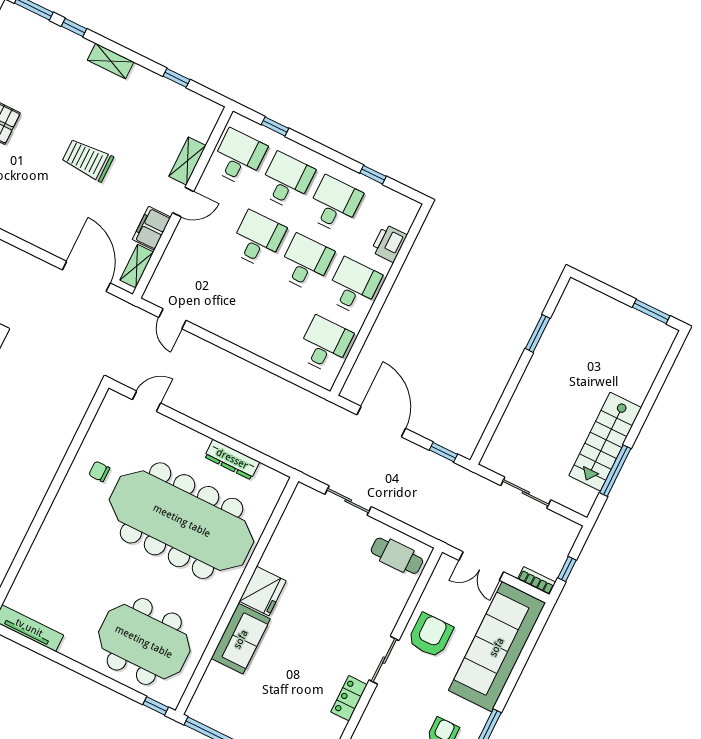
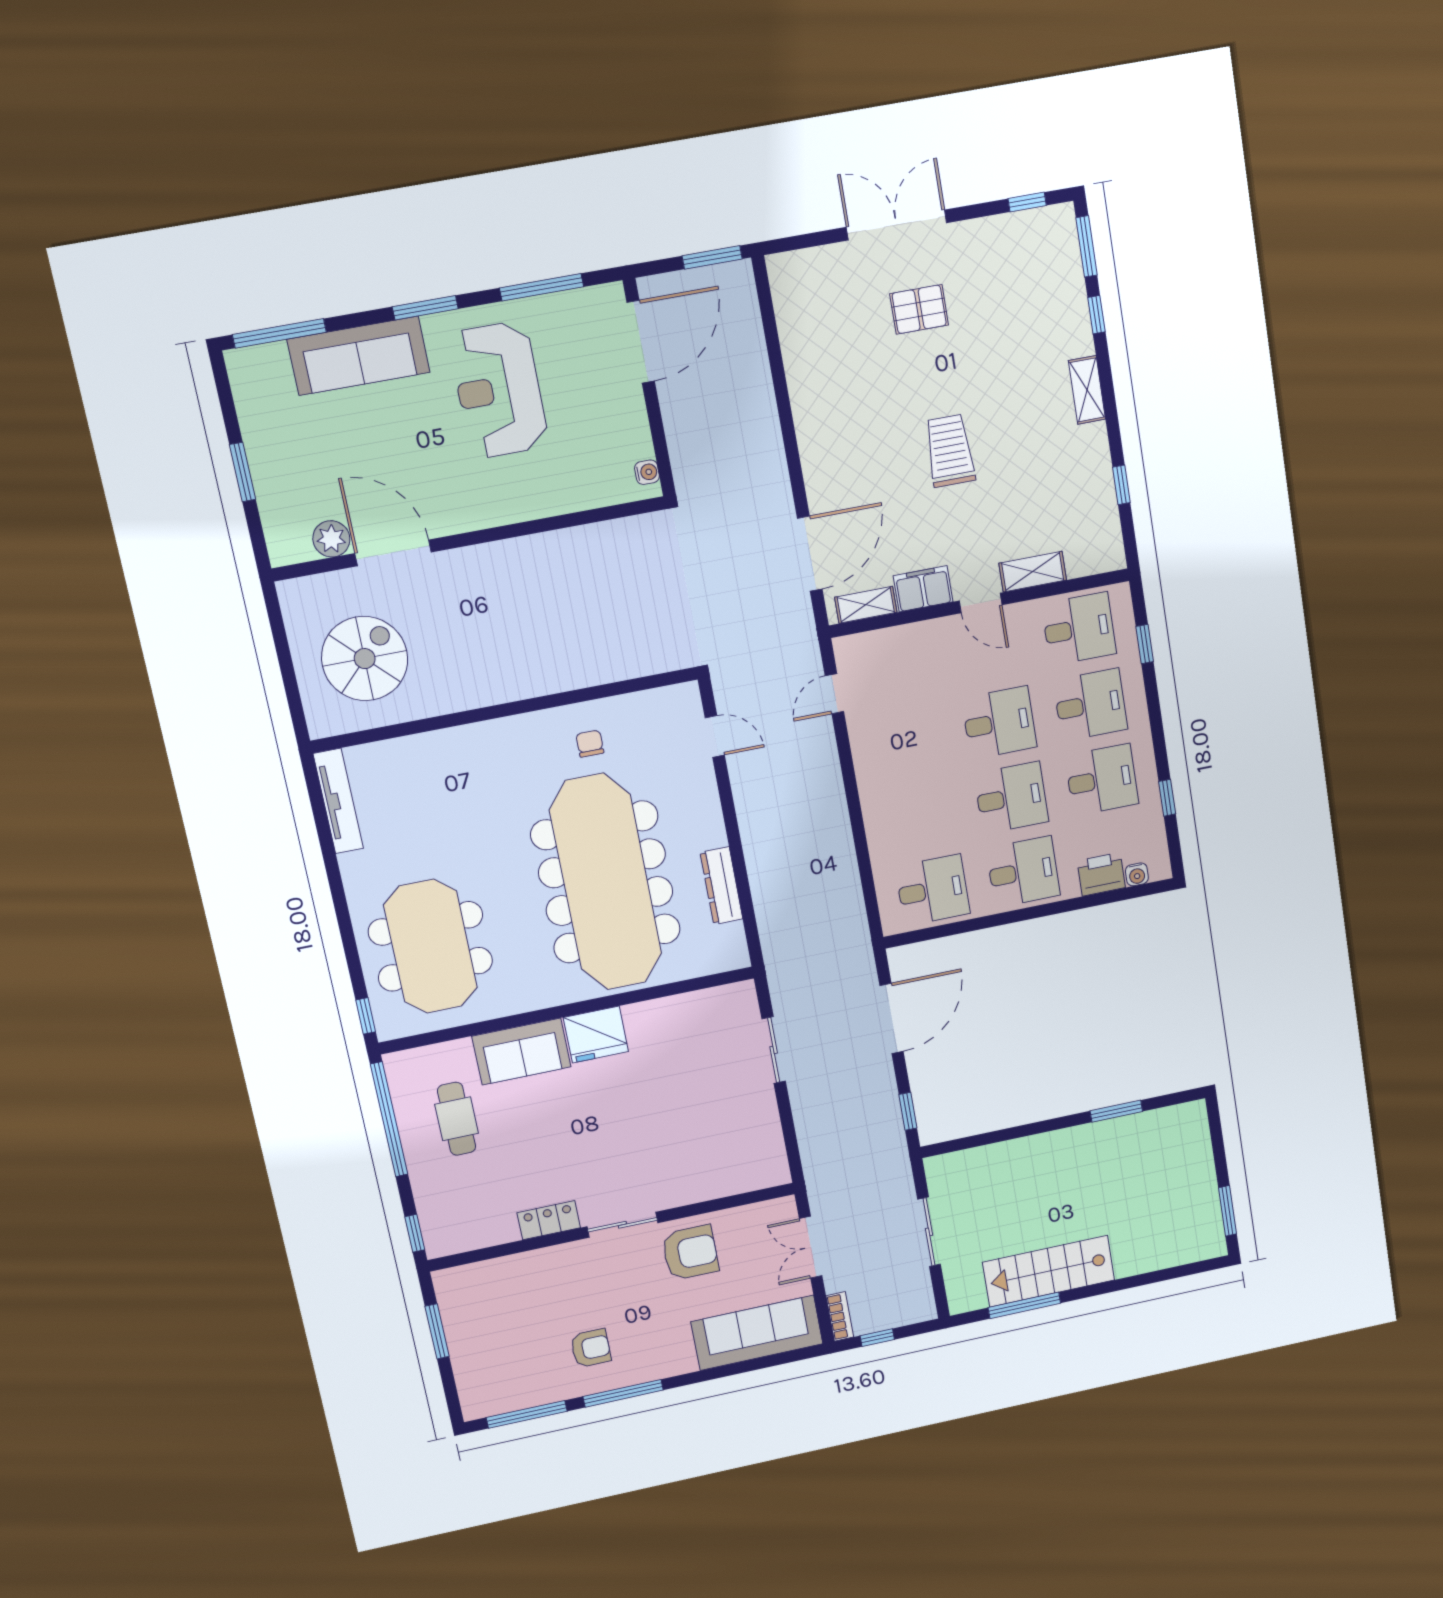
water cooler: (405, 223) -> (1137, 874), added
cafe table: (397, 556) -> (457, 1119), moved
sofa: (497, 647) -> (757, 1333), width x0.74, depth x0.79

